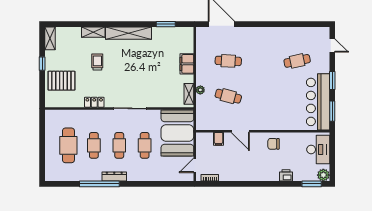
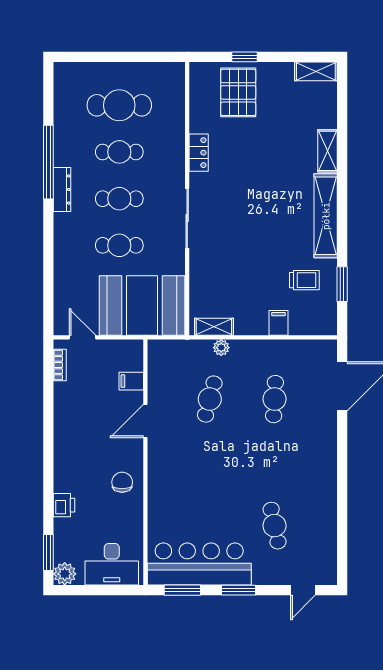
trolley: (97, 62) -> (304, 280), moved
window: (42, 64) -> (244, 57), moved
filing cabinet: (187, 64) -> (278, 323), width x0.50

